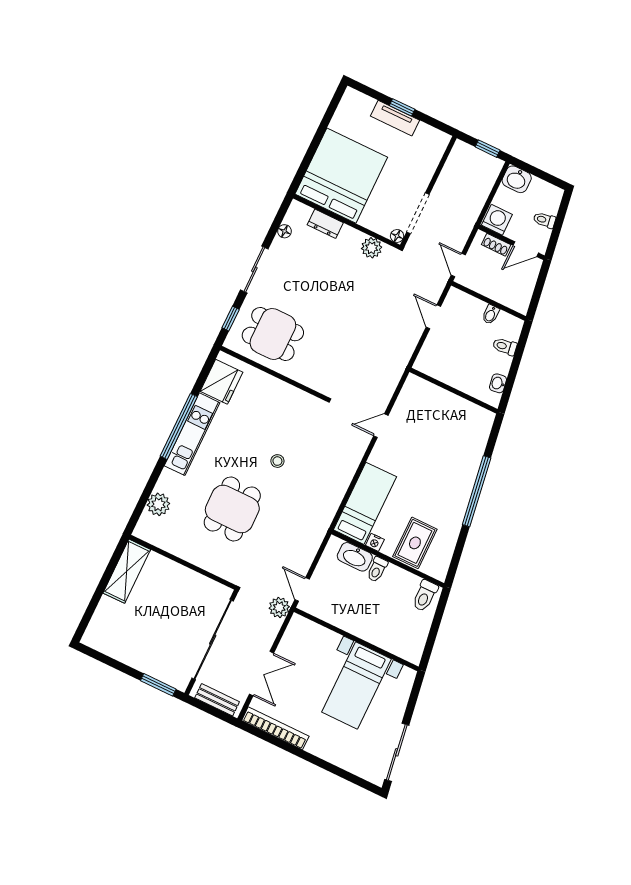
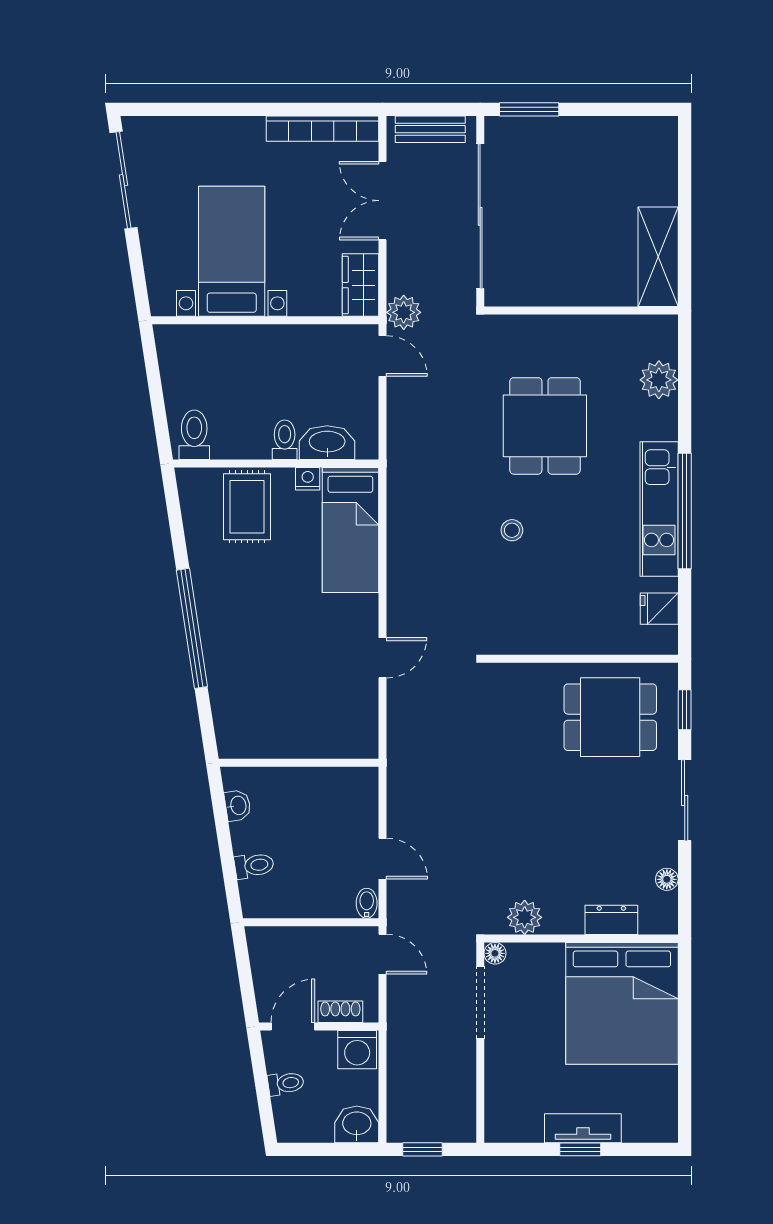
bidet: (491, 314) -> (367, 903), moved
fridge: (221, 382) -> (659, 609), width x0.53, depth x0.75
wardrobe: (296, 634) -> (360, 285), added

